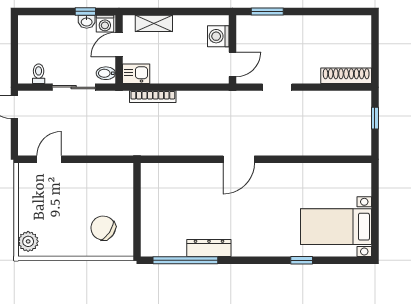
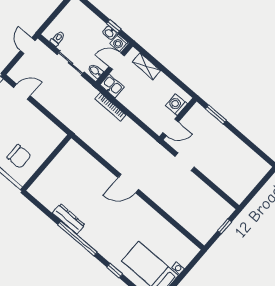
shoe rack: (346, 76) -> (229, 189), removed
chair: (103, 228) -> (19, 156), turned 146
window: (185, 260) -> (78, 238), moved

